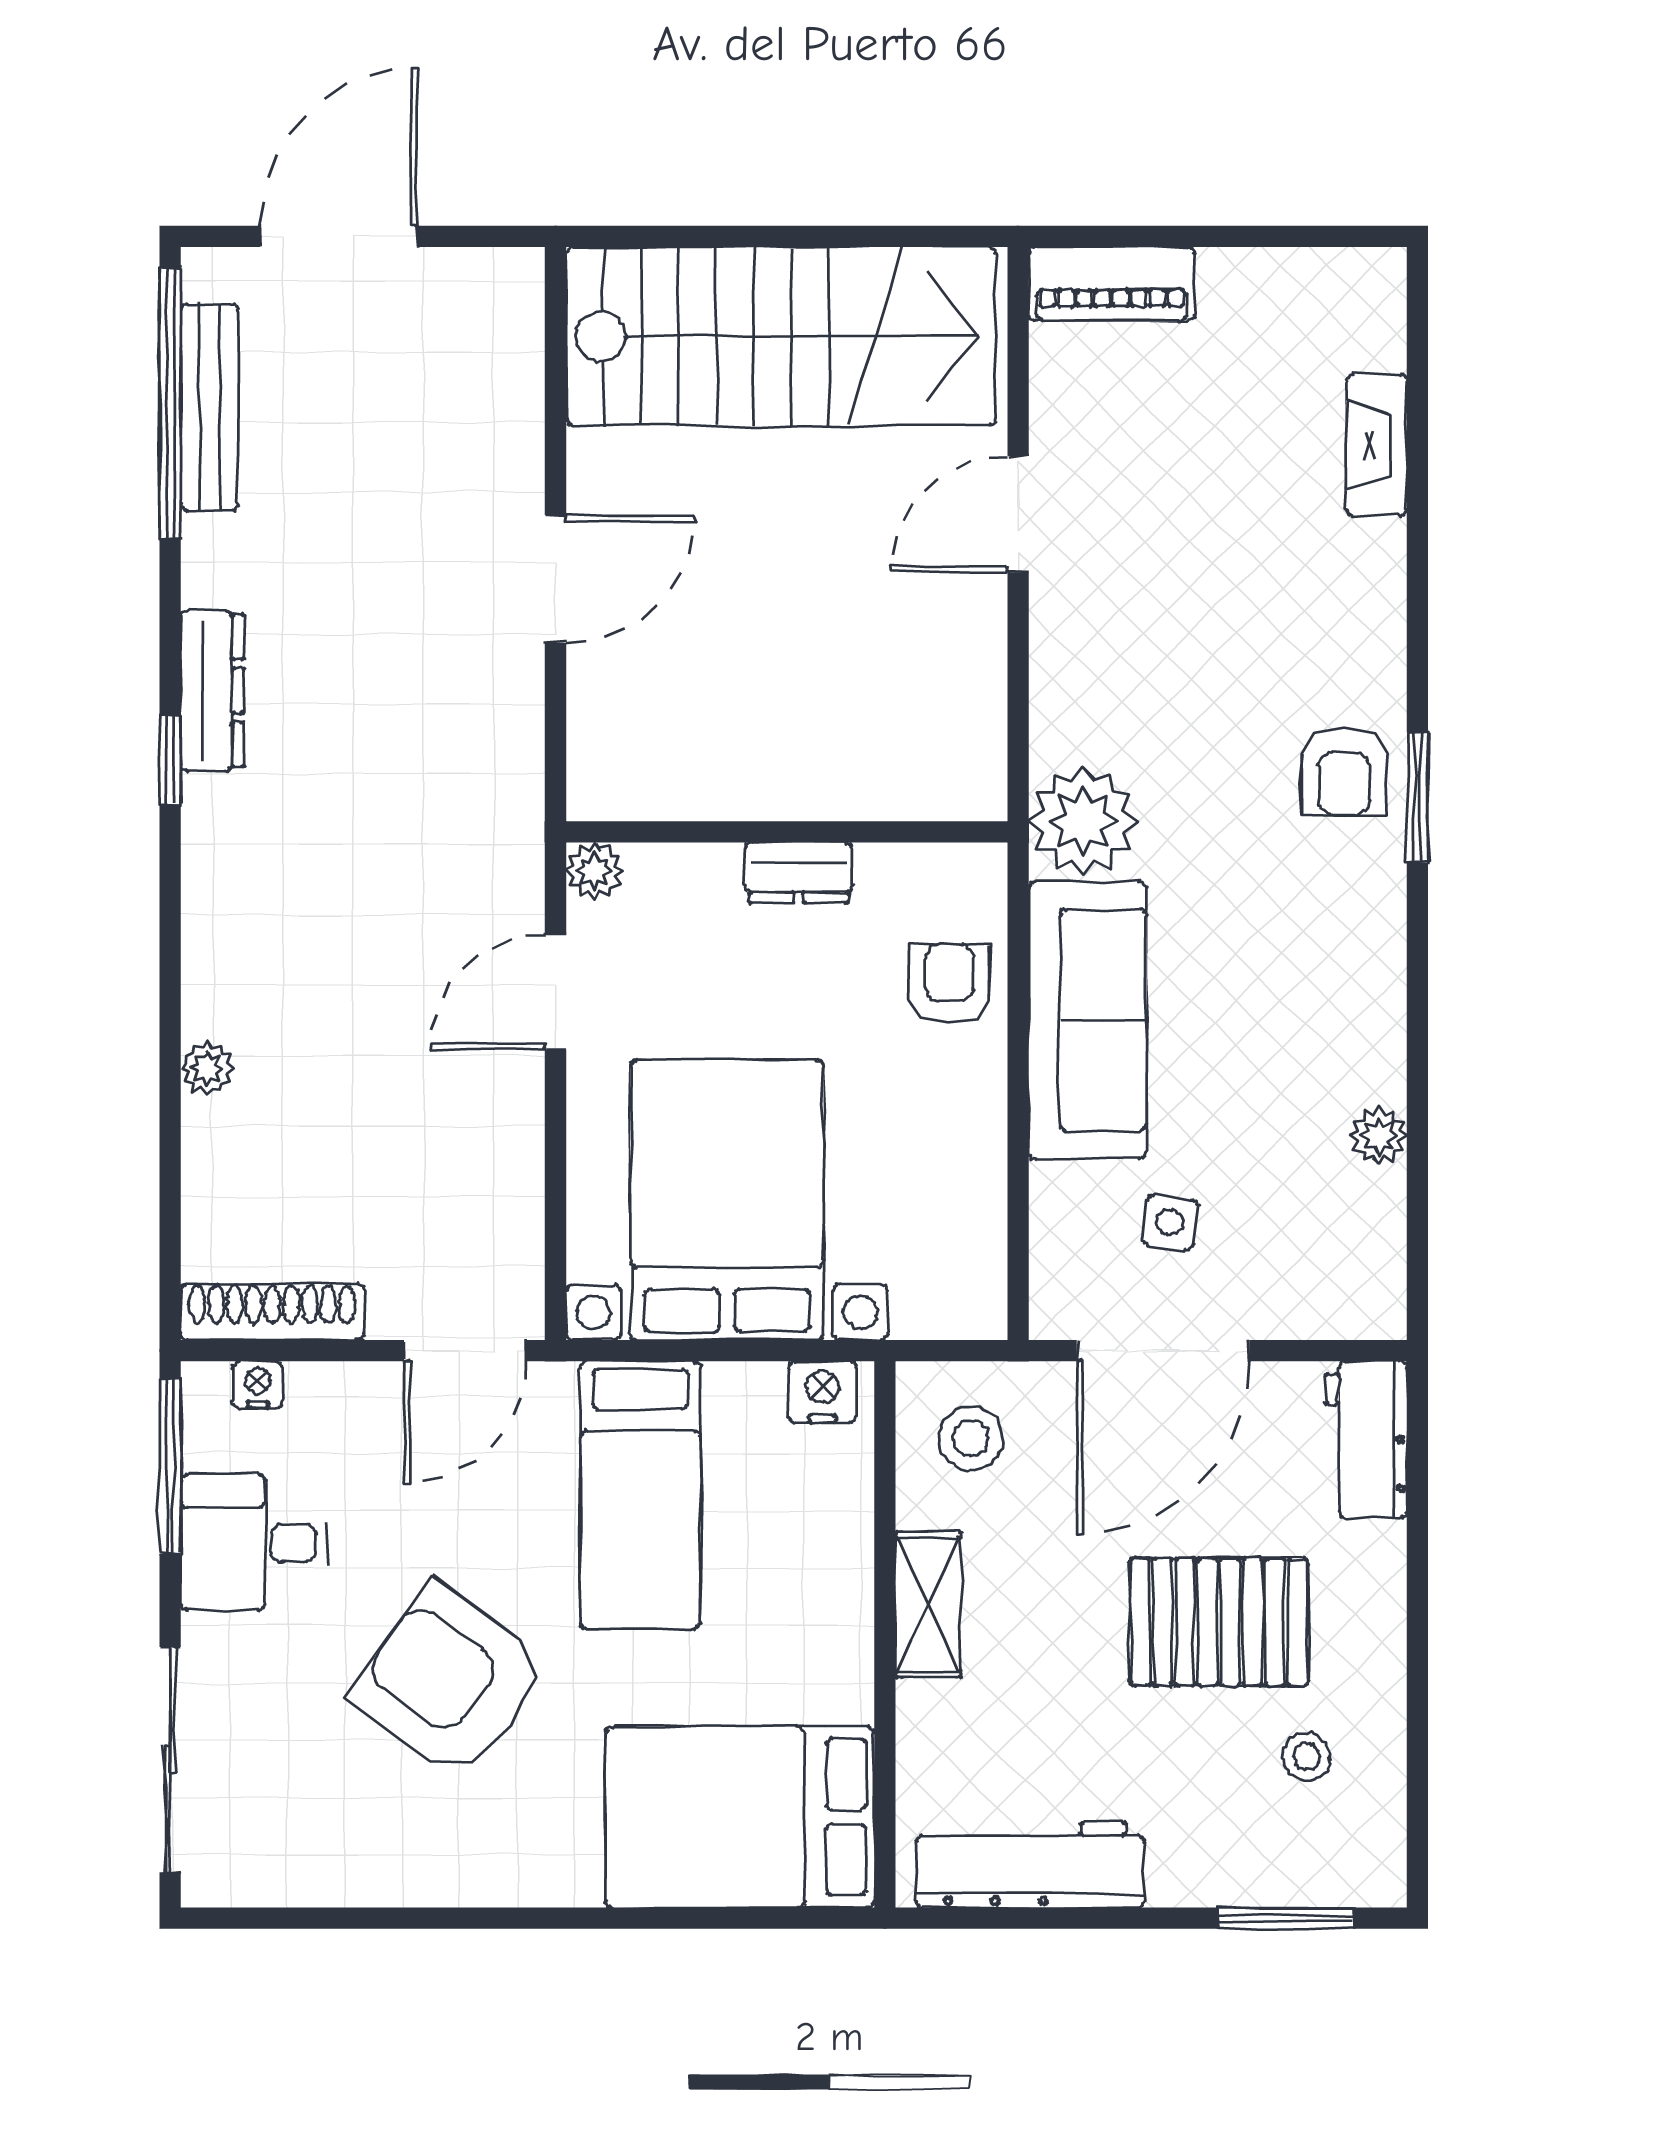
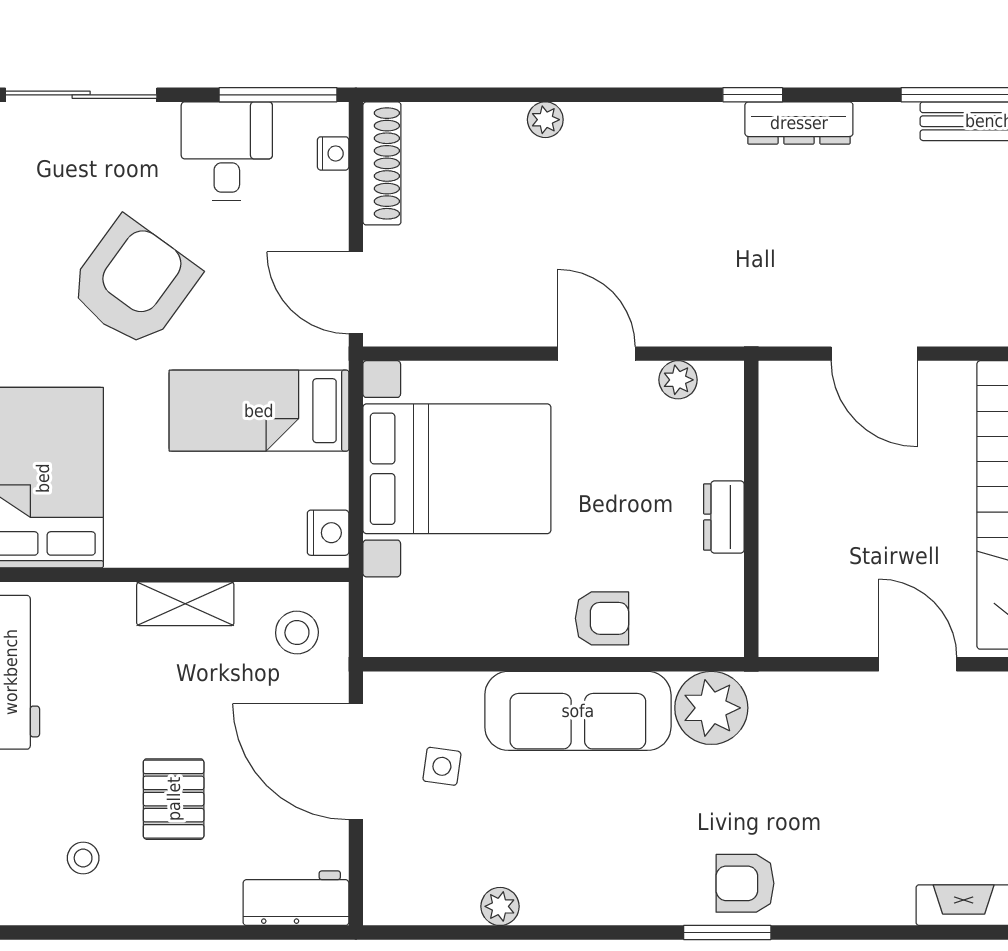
wall: (787, 832) -> (751, 509), moved
dresser: (799, 873) -> (724, 517), moved
pallet: (1219, 1622) -> (174, 799), width x0.67, depth x0.71

